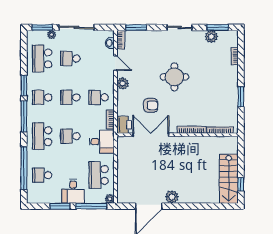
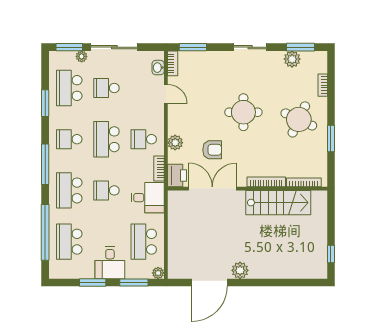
round table: (216, 82) -> (299, 119), added
plant: (123, 83) -> (175, 143), moved
window: (24, 85) -> (45, 103), moved
school desk: (70, 97) -> (106, 139), width x1.85
school desk: (42, 175) -> (69, 242), width x1.85
stairs: (229, 179) -> (278, 203), moved, turned -90
window: (91, 206) -> (134, 283), width x0.69

